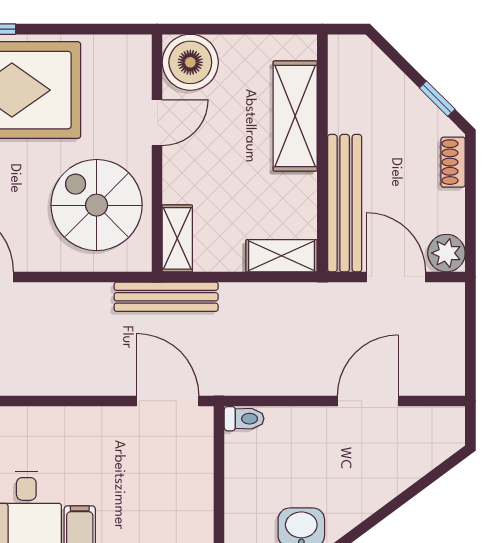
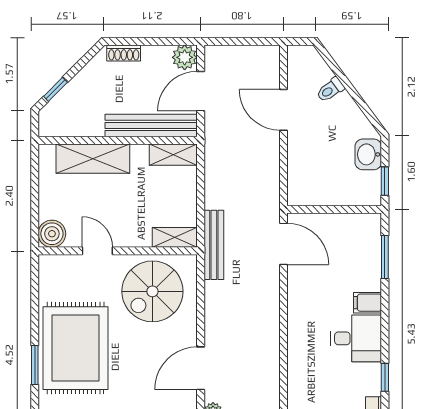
boiler: (190, 62) -> (52, 234), width x0.73, depth x0.73
window: (437, 99) -> (55, 89), moved
shelving: (281, 256) -> (173, 155), moved, turned 90
door: (168, 401) -> (284, 244), swing flipped
toilet: (244, 419) -> (330, 90), moved, turned -127

